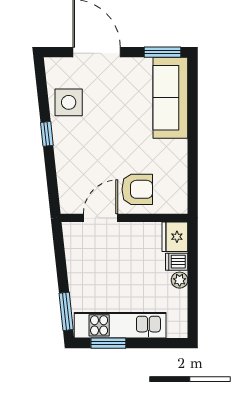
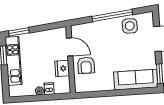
window: (47, 134) -> (112, 15), width x3.17
fridge: (175, 237) -> (62, 68), moved, turned -90

